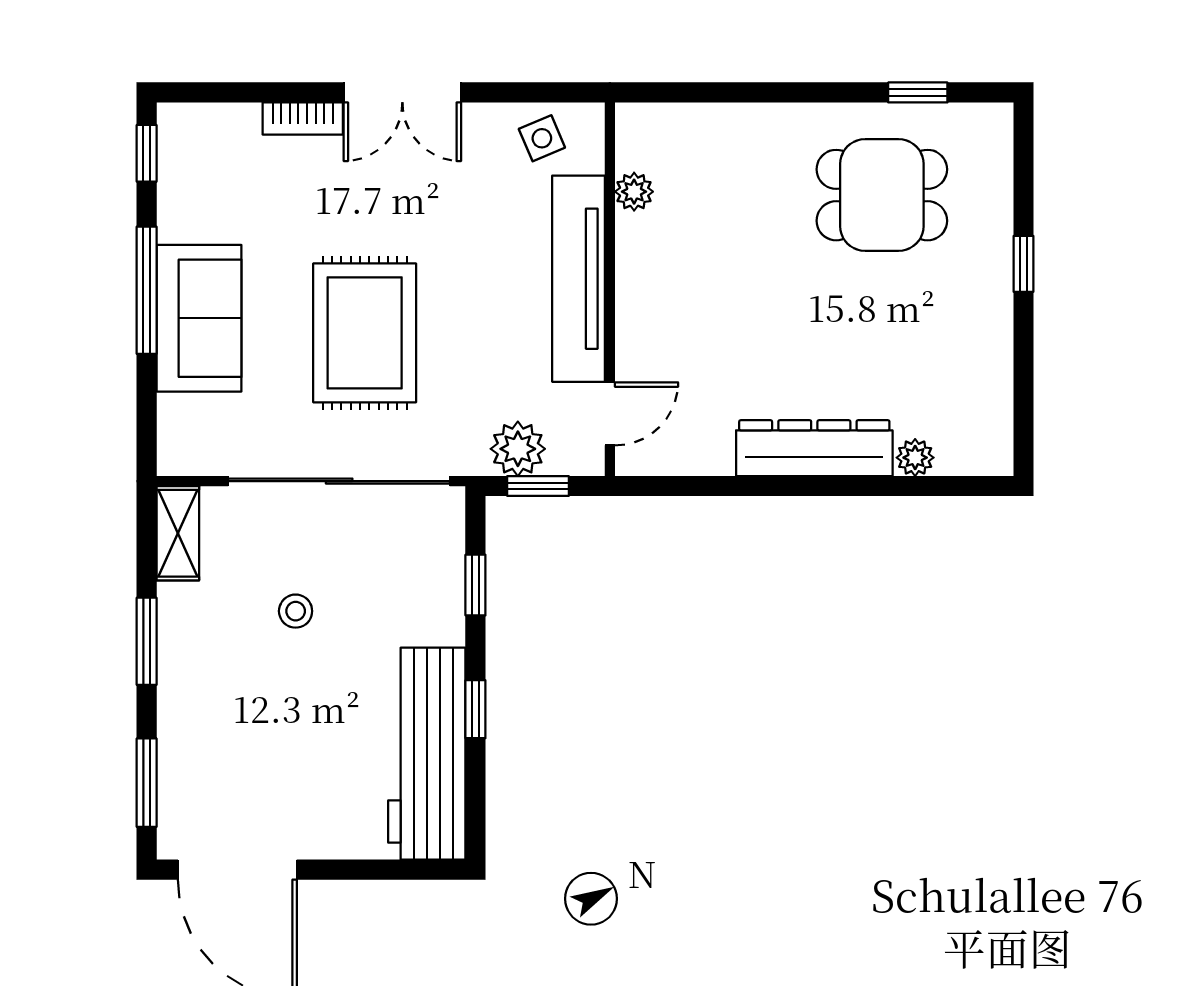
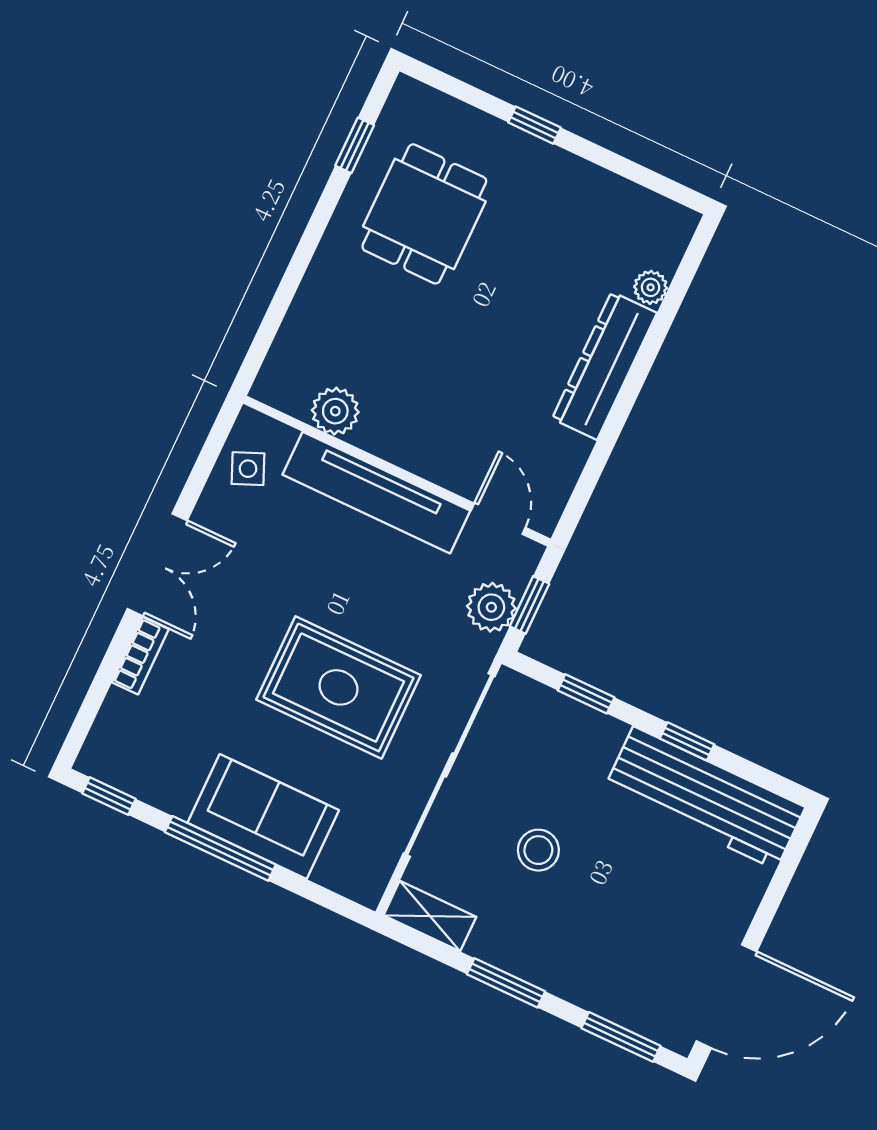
plant: (634, 192) -> (335, 411), width x1.38, depth x1.38
stool: (296, 611) -> (538, 850), width x1.37, depth x1.37

